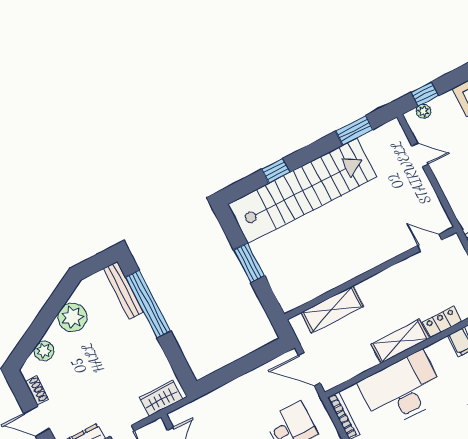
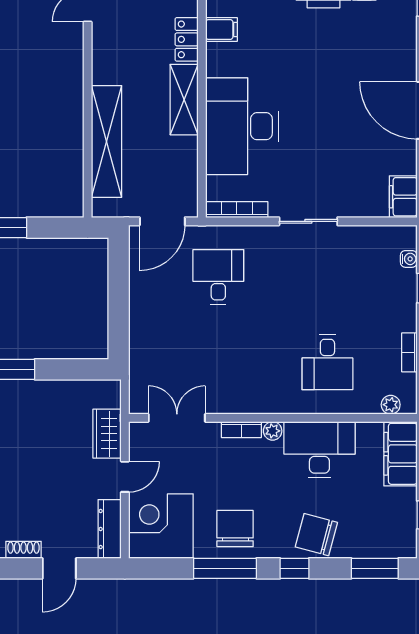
shelving: (332, 309) -> (107, 141), width x1.47
wardrobe: (161, 398) -> (107, 434), moved

